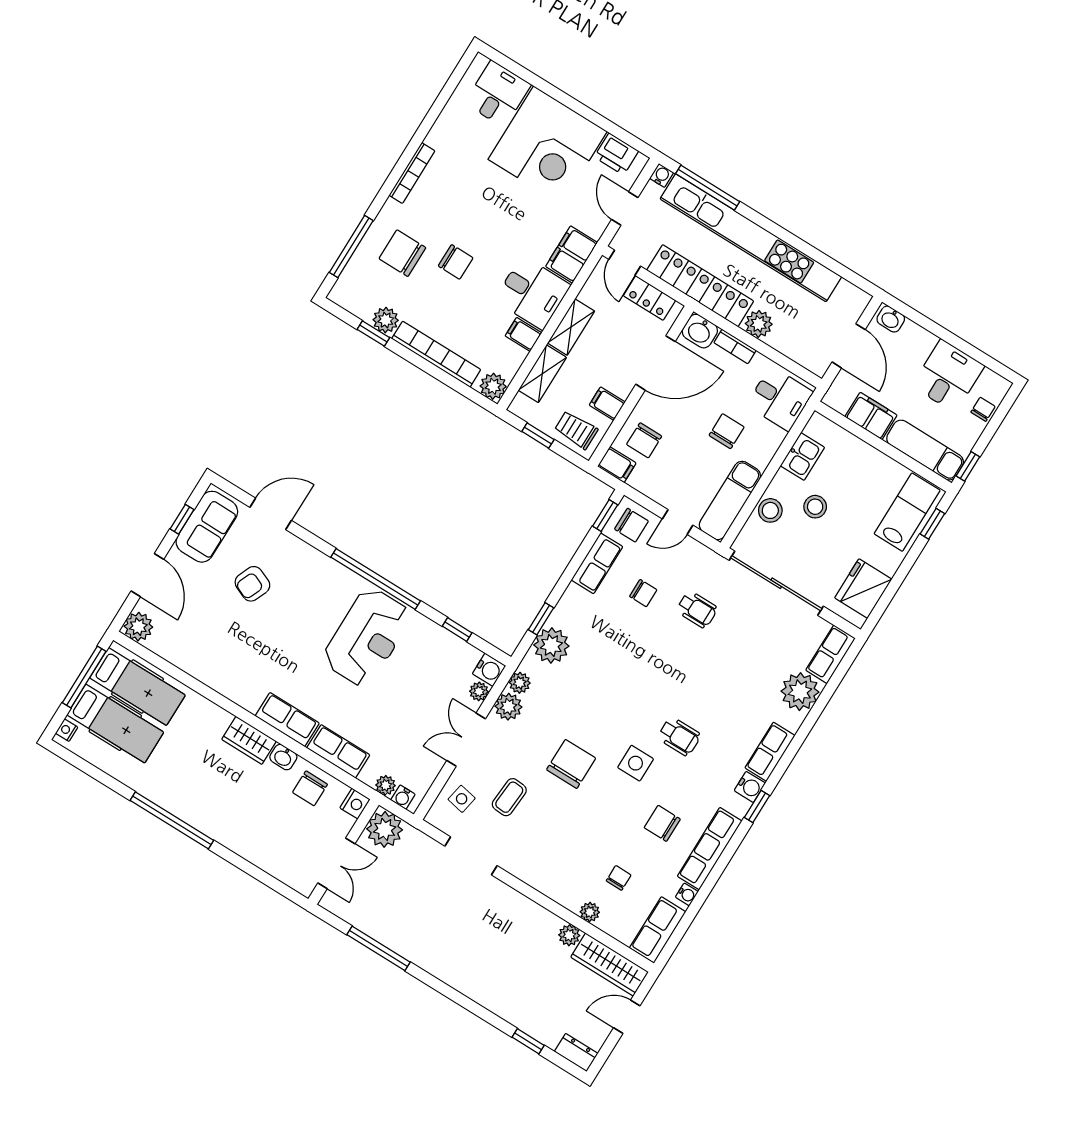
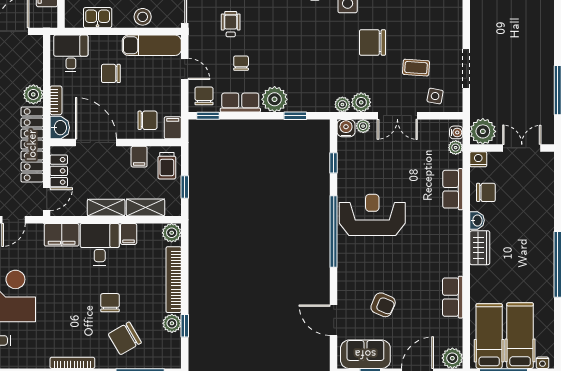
chair: (402, 253) -> (125, 338), turned 60
plant: (551, 645) -> (275, 99), moved
row of seats: (287, 720) -> (453, 297), moved

